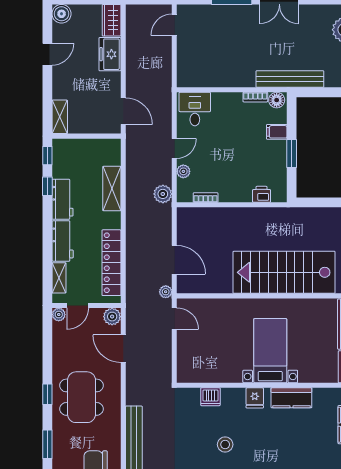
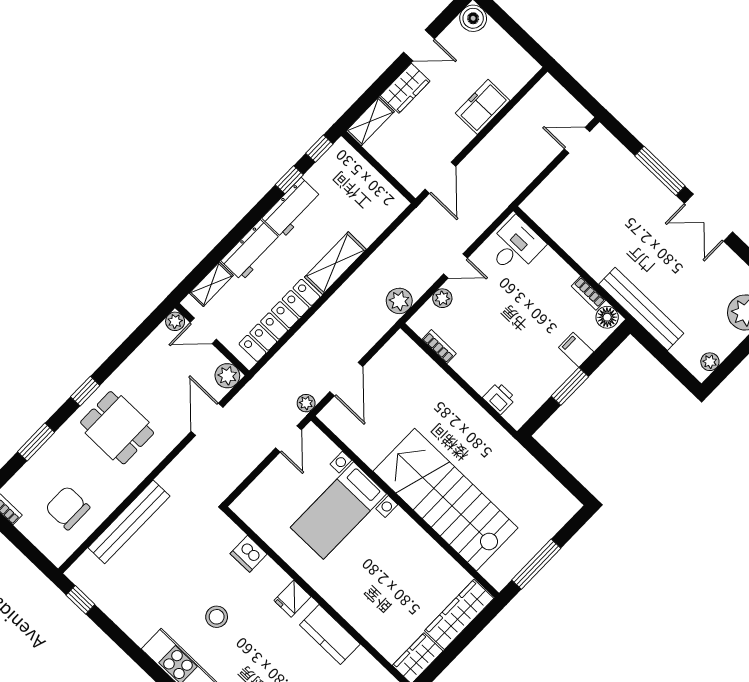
wardrobe: (112, 20) -> (405, 88), moved, turned 180
shelving: (112, 189) -> (335, 263), moved
bed with nightstands: (270, 351) -> (338, 511), moved, turned 180
dining table: (82, 397) -> (117, 428), width x0.73

